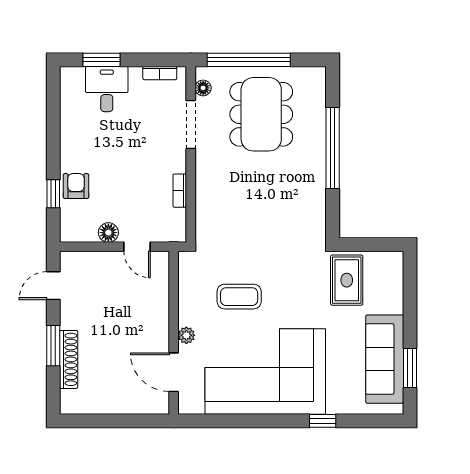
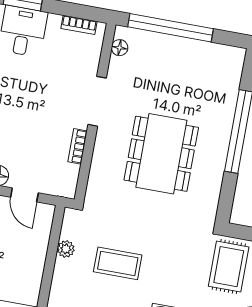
dining table: (261, 114) -> (161, 154), moved
doorway: (191, 124) -> (97, 101), moved
plant: (186, 335) -> (66, 249), moved

